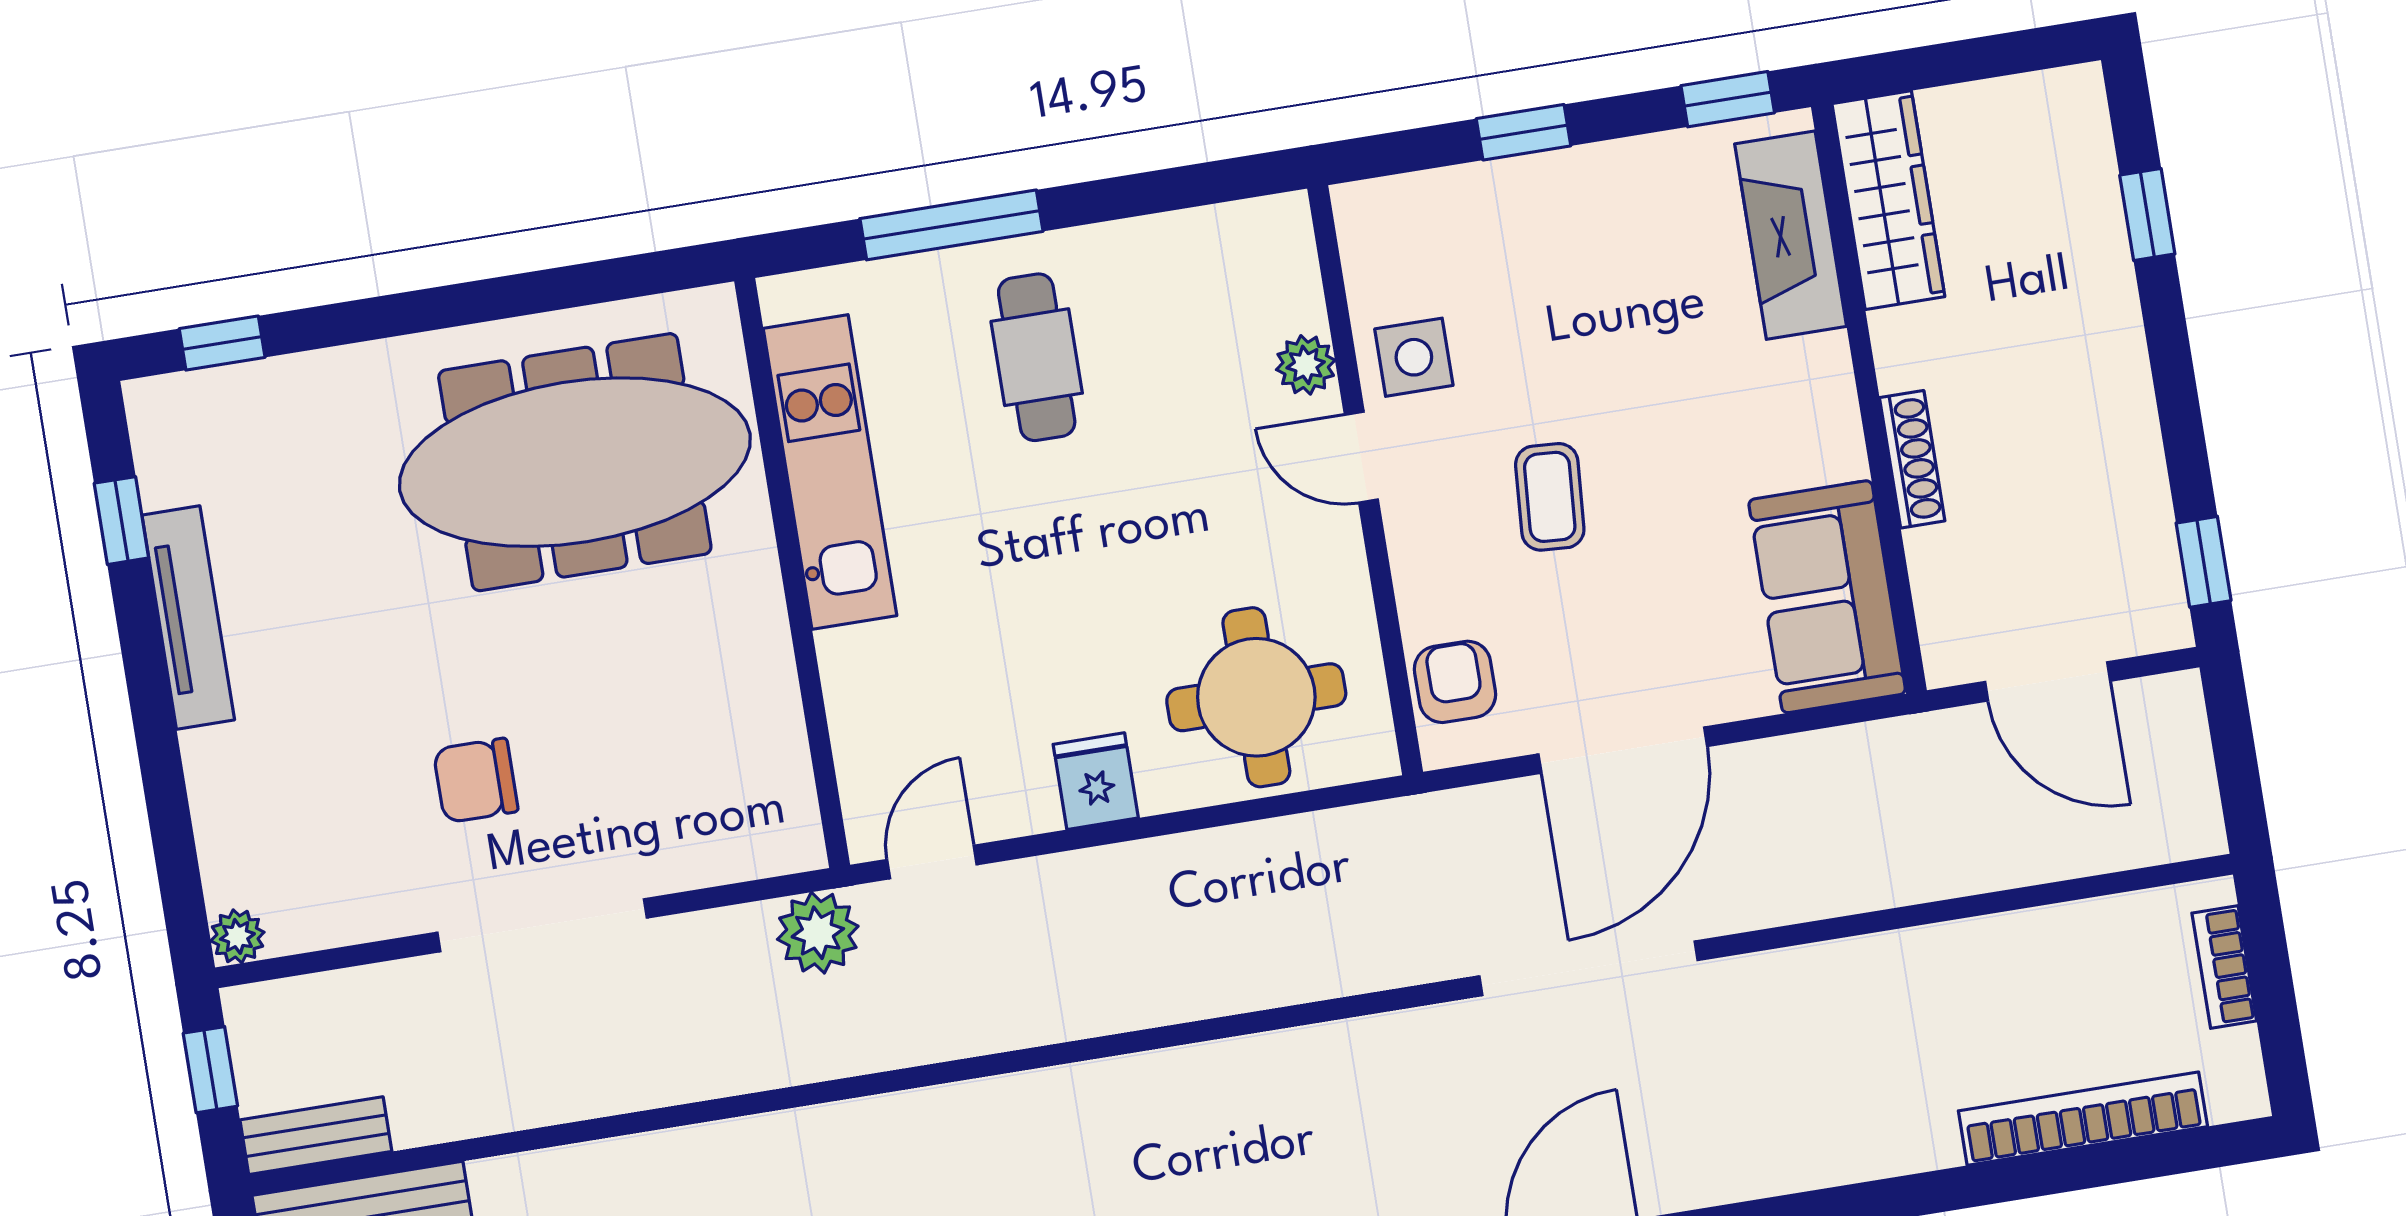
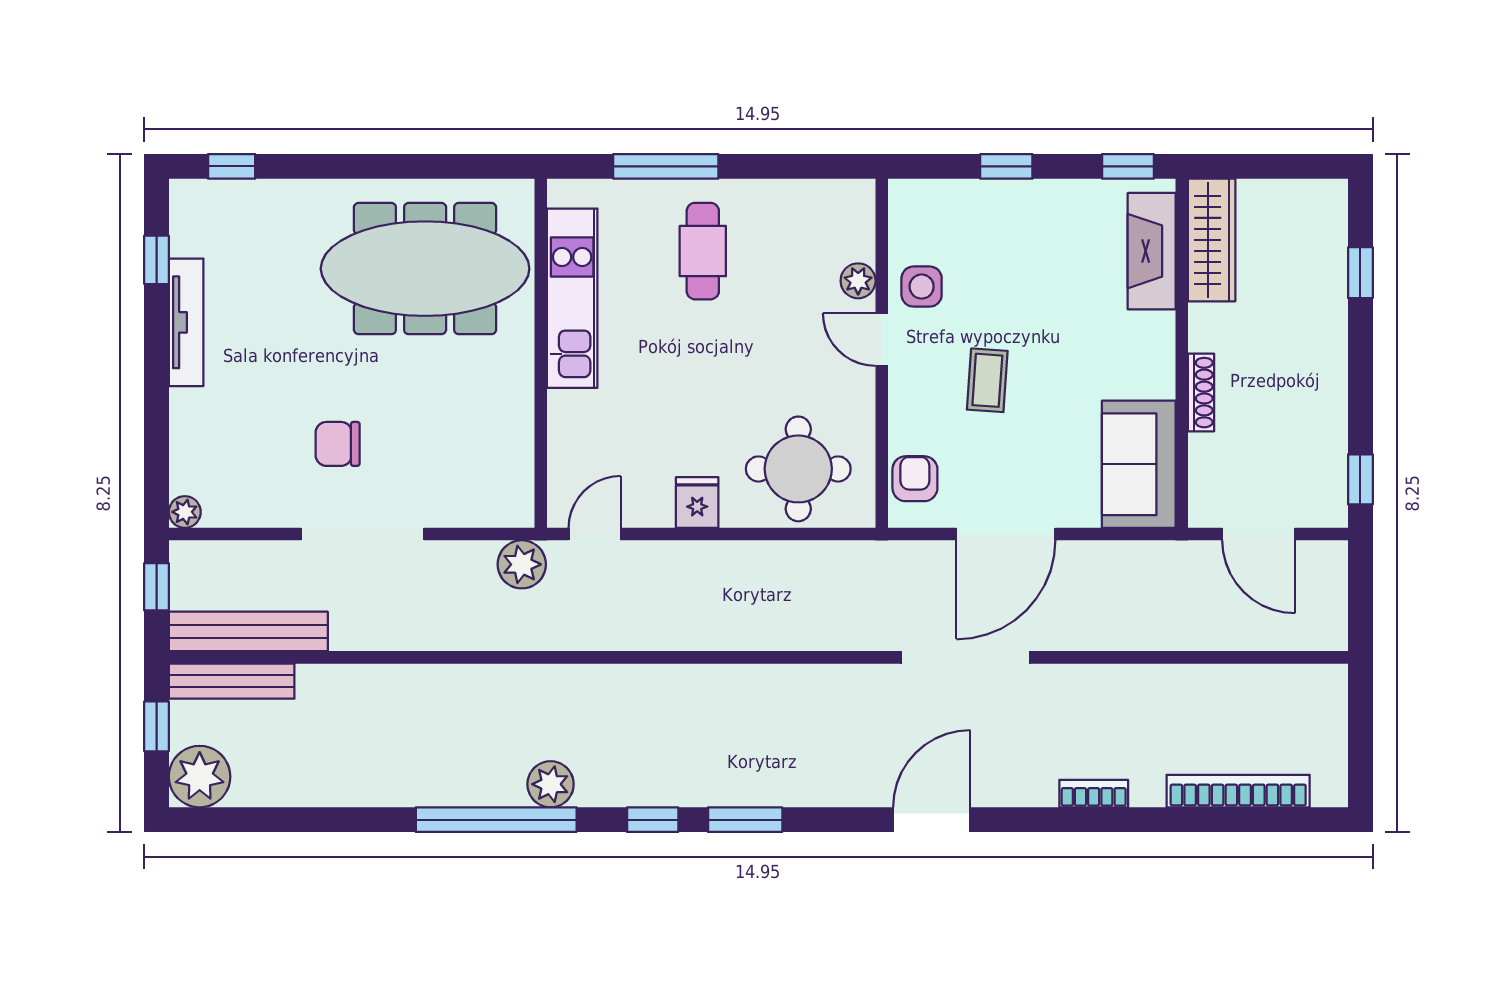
bookcase: (2224, 967) -> (1094, 794), moved, turned 90
bench: (316, 1136) -> (248, 631), width x1.86, depth x1.21

